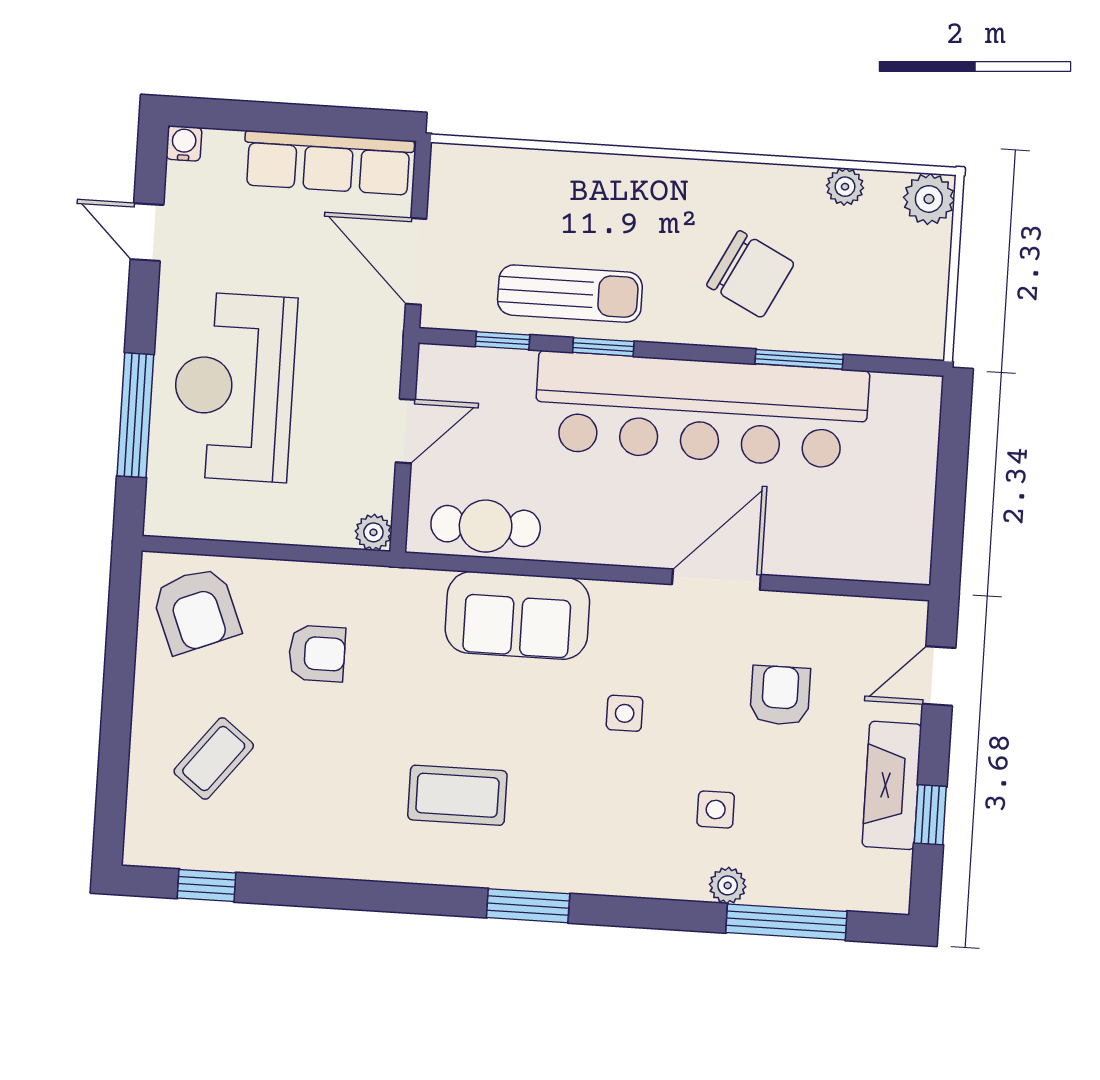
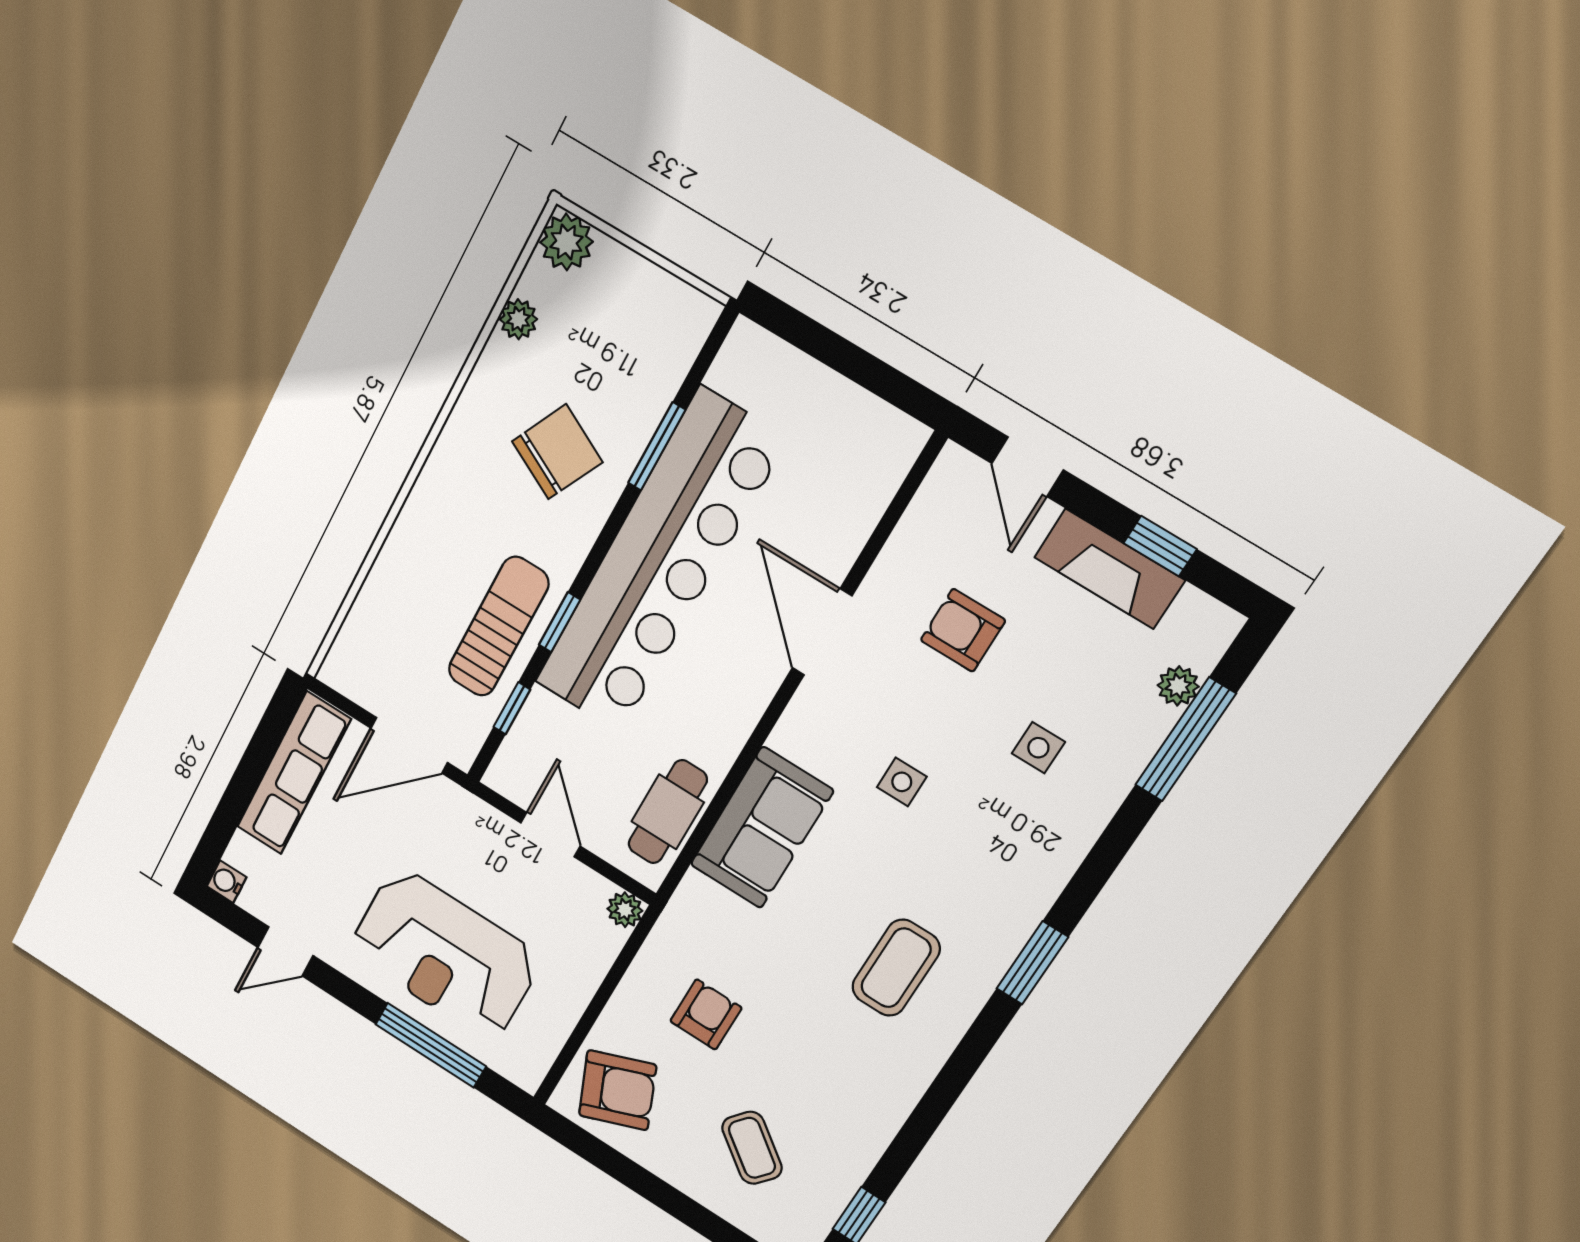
plant: (728, 885) -> (1178, 686), moved

